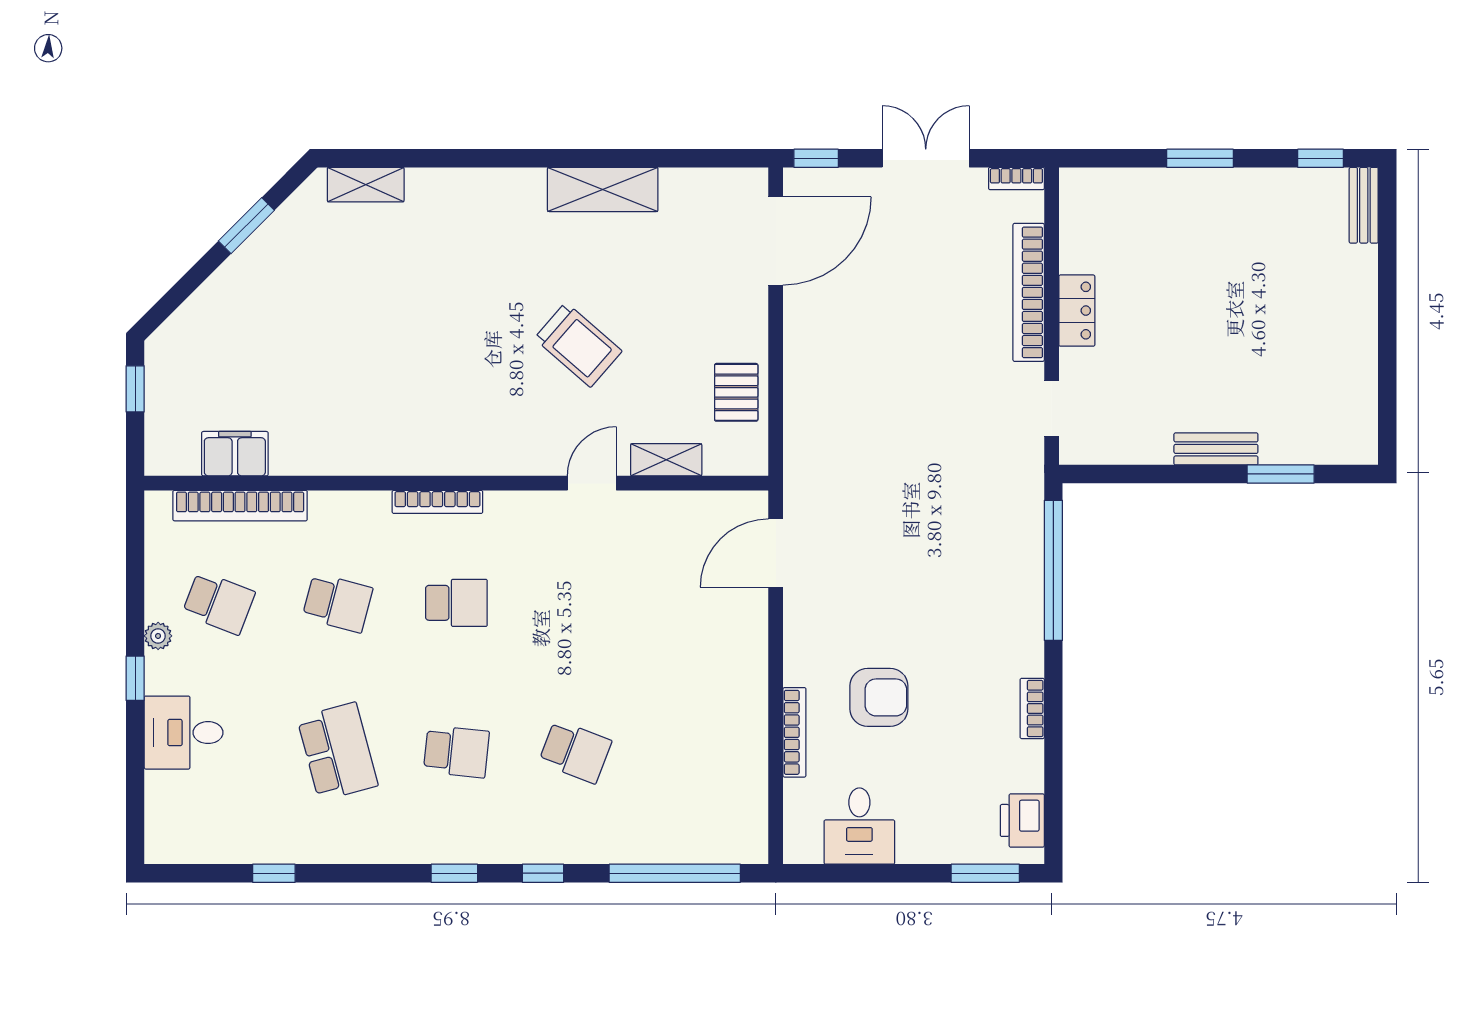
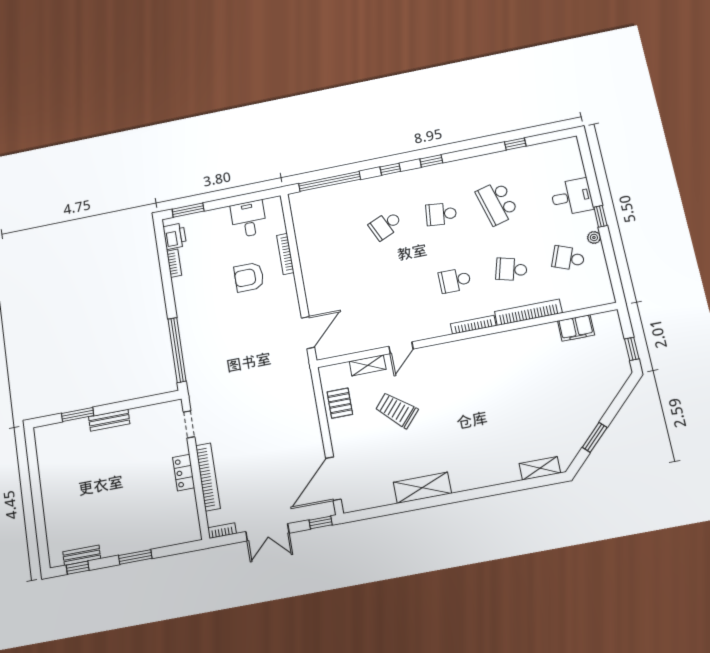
bench: (1364, 205) -> (82, 555), moved, turned 90
trolley: (578, 345) -> (396, 410), moved
bookcase: (240, 506) -> (528, 312), moved
bookcase: (1032, 708) -> (174, 263), moved
school desk: (575, 752) -> (386, 225), turned -45

